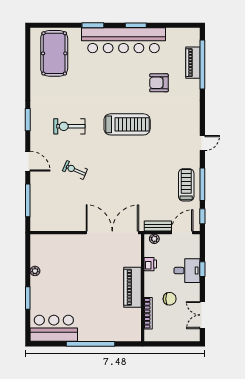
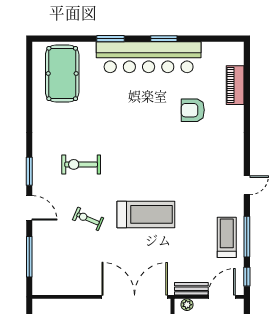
window: (202, 64) -> (247, 87), removed
window: (28, 120) -> (29, 171), moved
treadmill: (127, 124) -> (146, 214), moved

